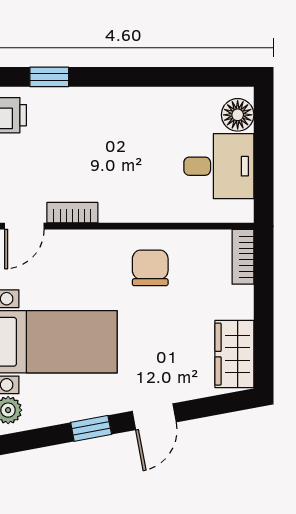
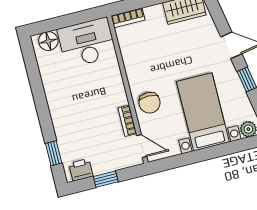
desk: (219, 166) -> (87, 43), width x1.37
chair: (150, 268) -> (149, 103), moved, turned -90

